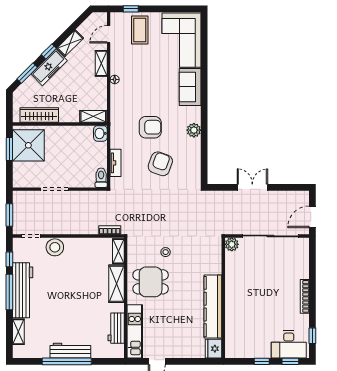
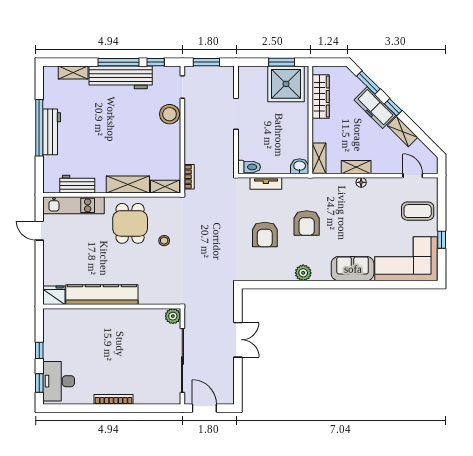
window: (131, 9) -> (442, 240), moved
shelving: (101, 63) -> (356, 167), moved
armchair: (160, 164) -> (265, 235), turned 70
window: (312, 336) -> (68, 408), removed

